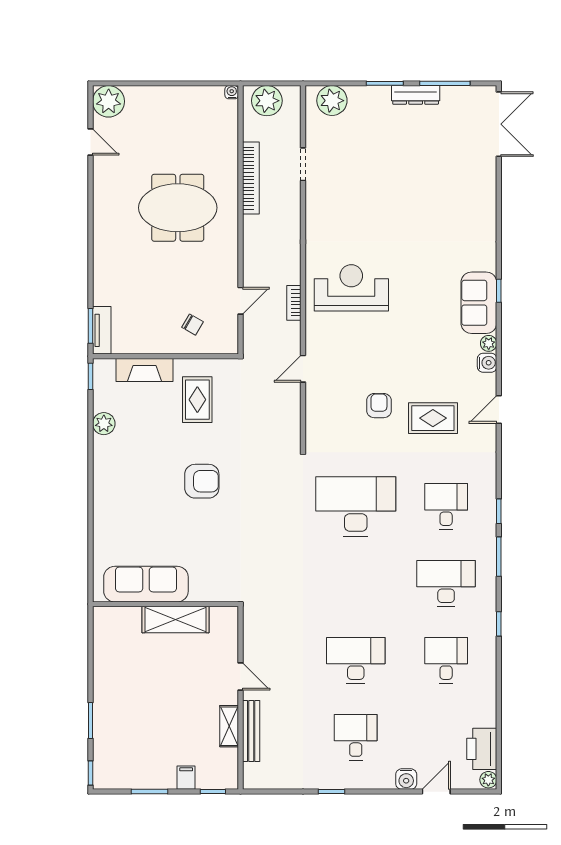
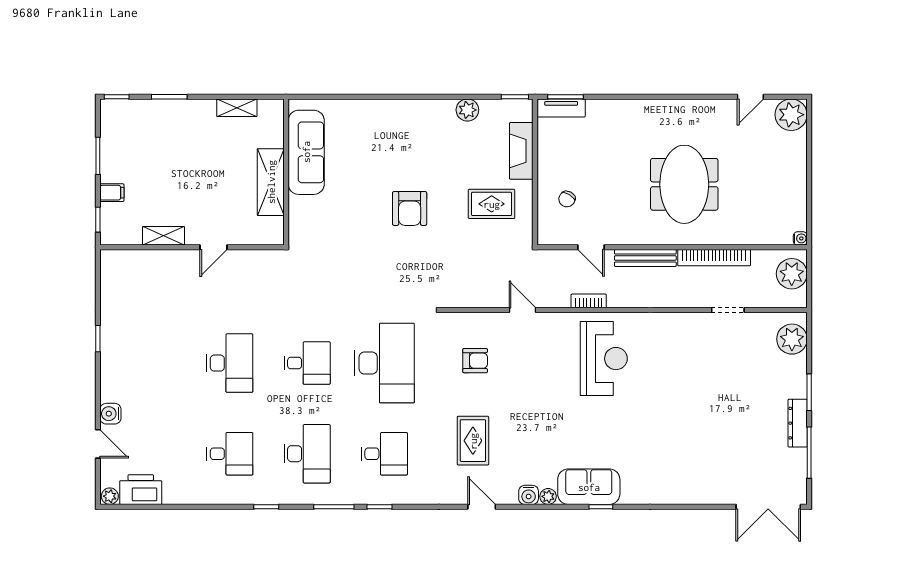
armchair: (379, 406) -> (475, 361), moved
shelving: (102, 653) -> (237, 108), added
bench: (251, 731) -> (645, 258), moved
desk: (356, 737) -> (307, 363), moved

